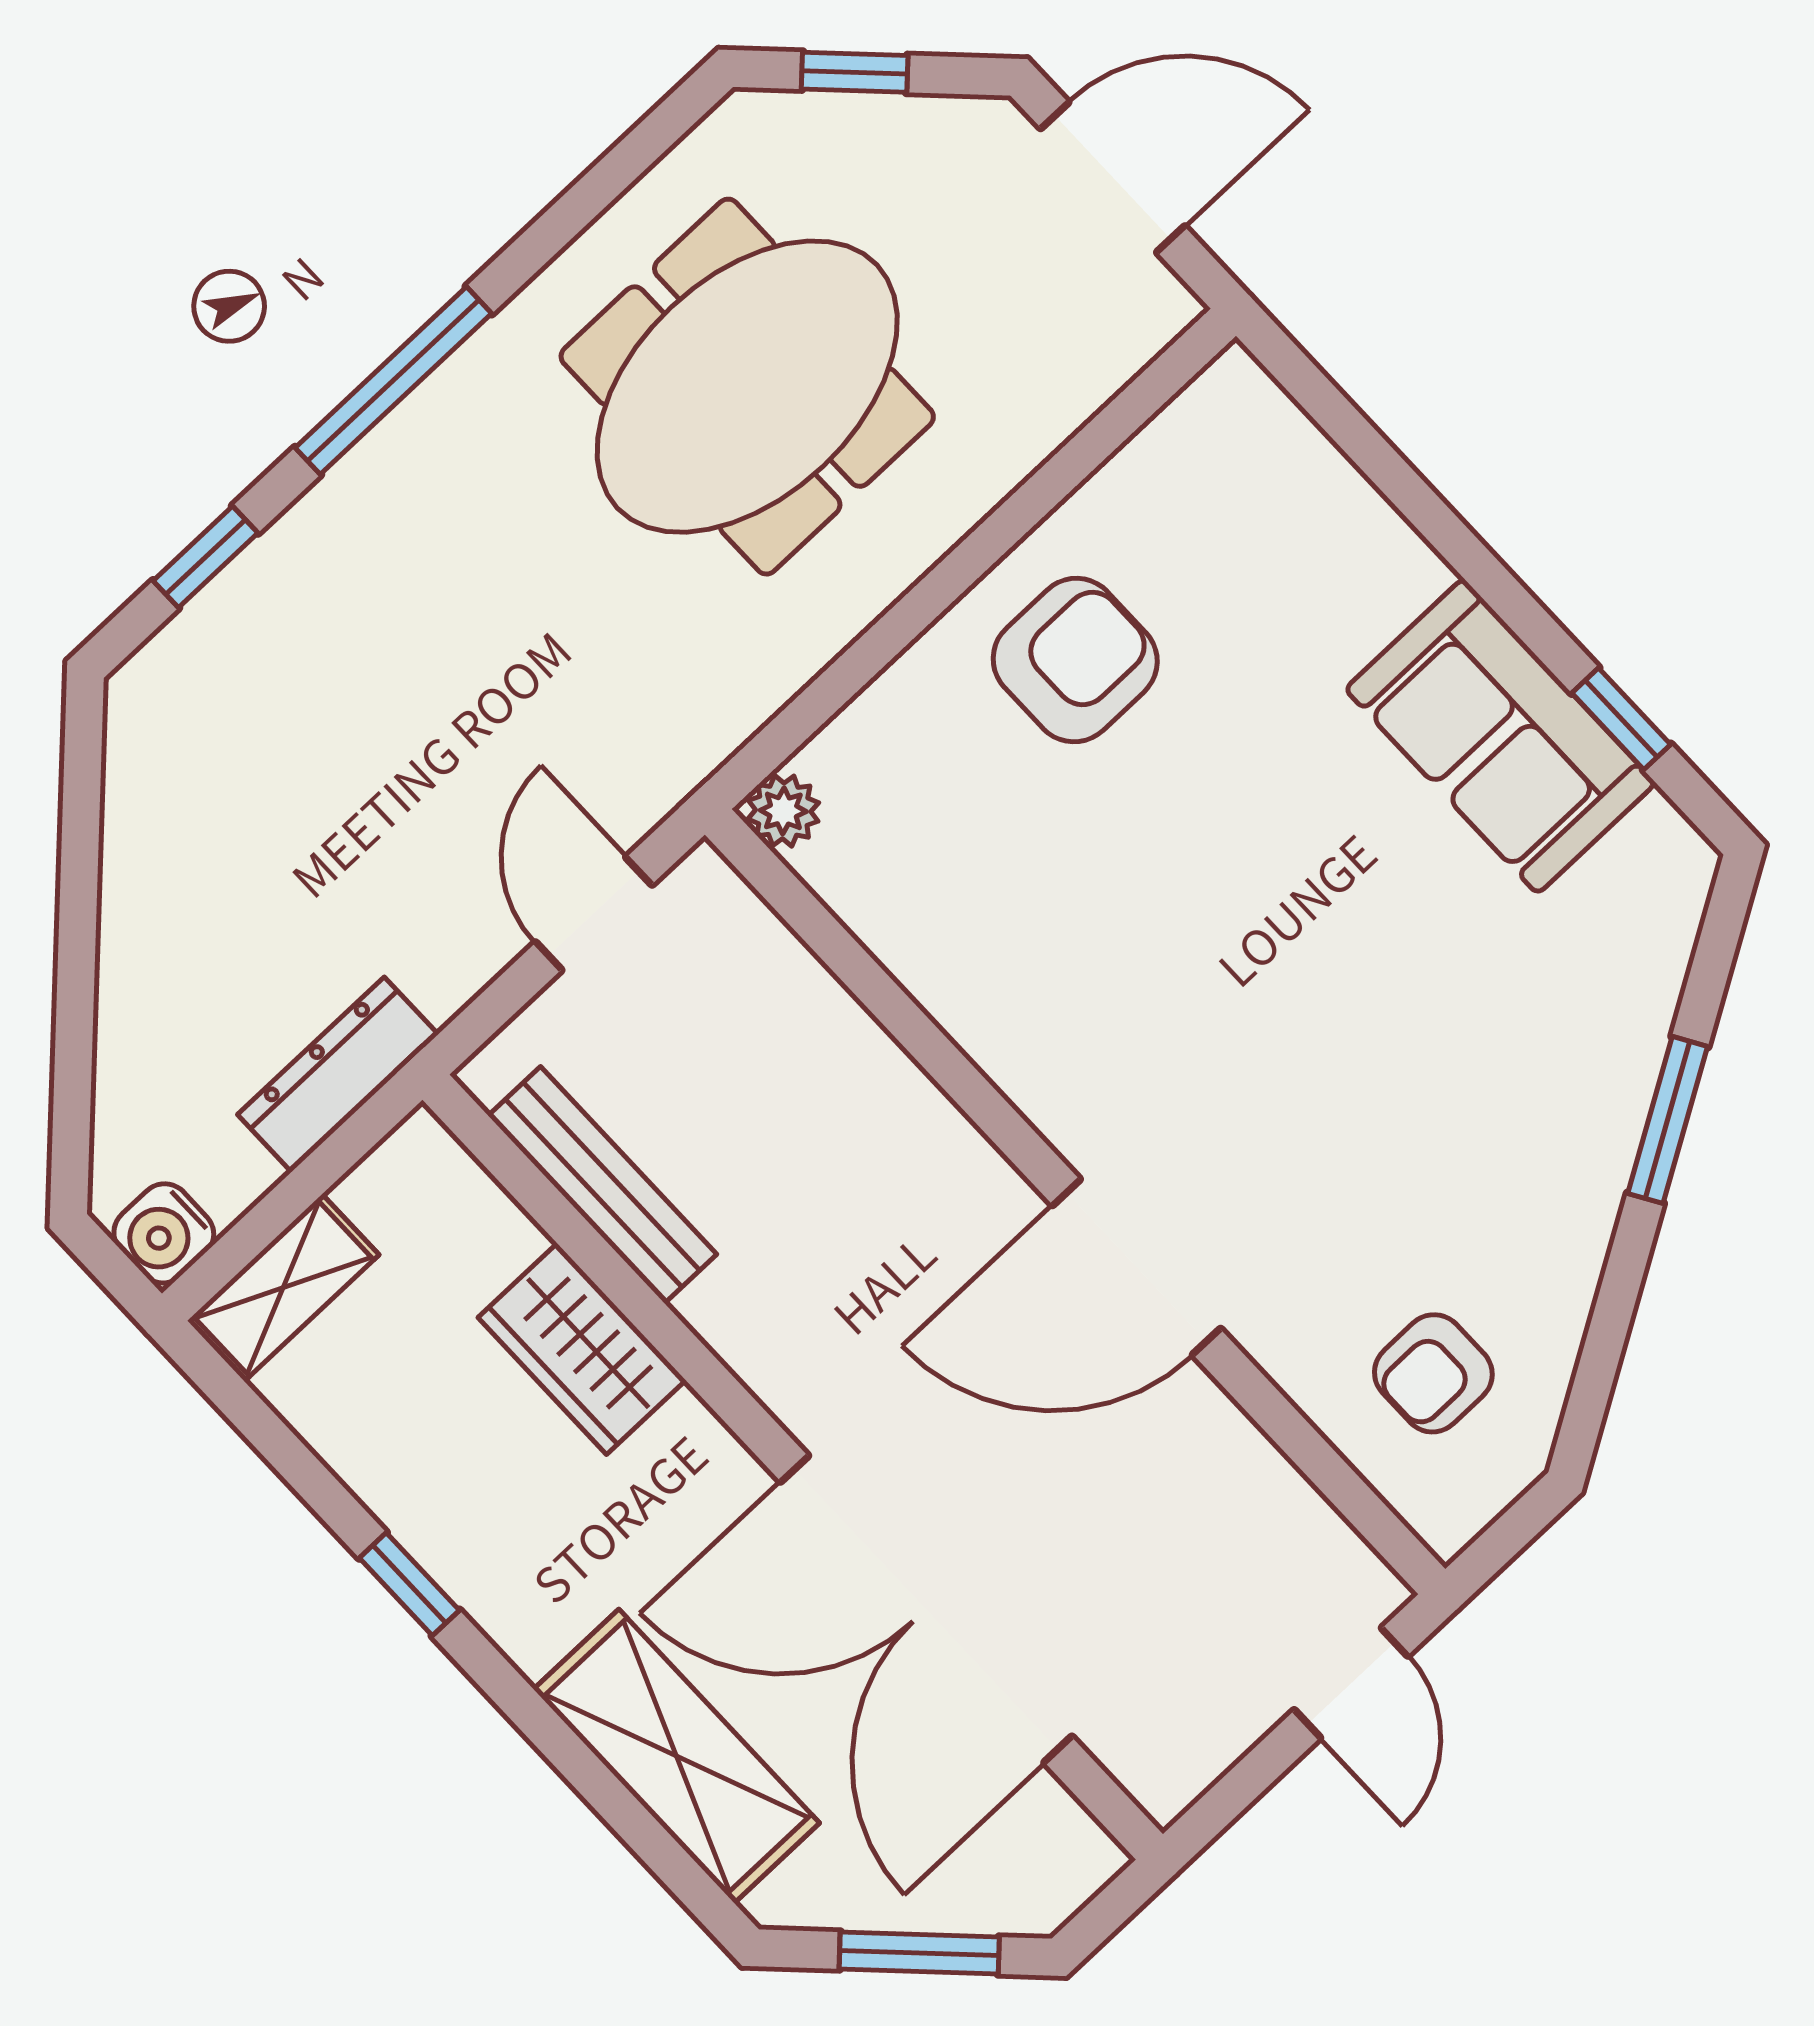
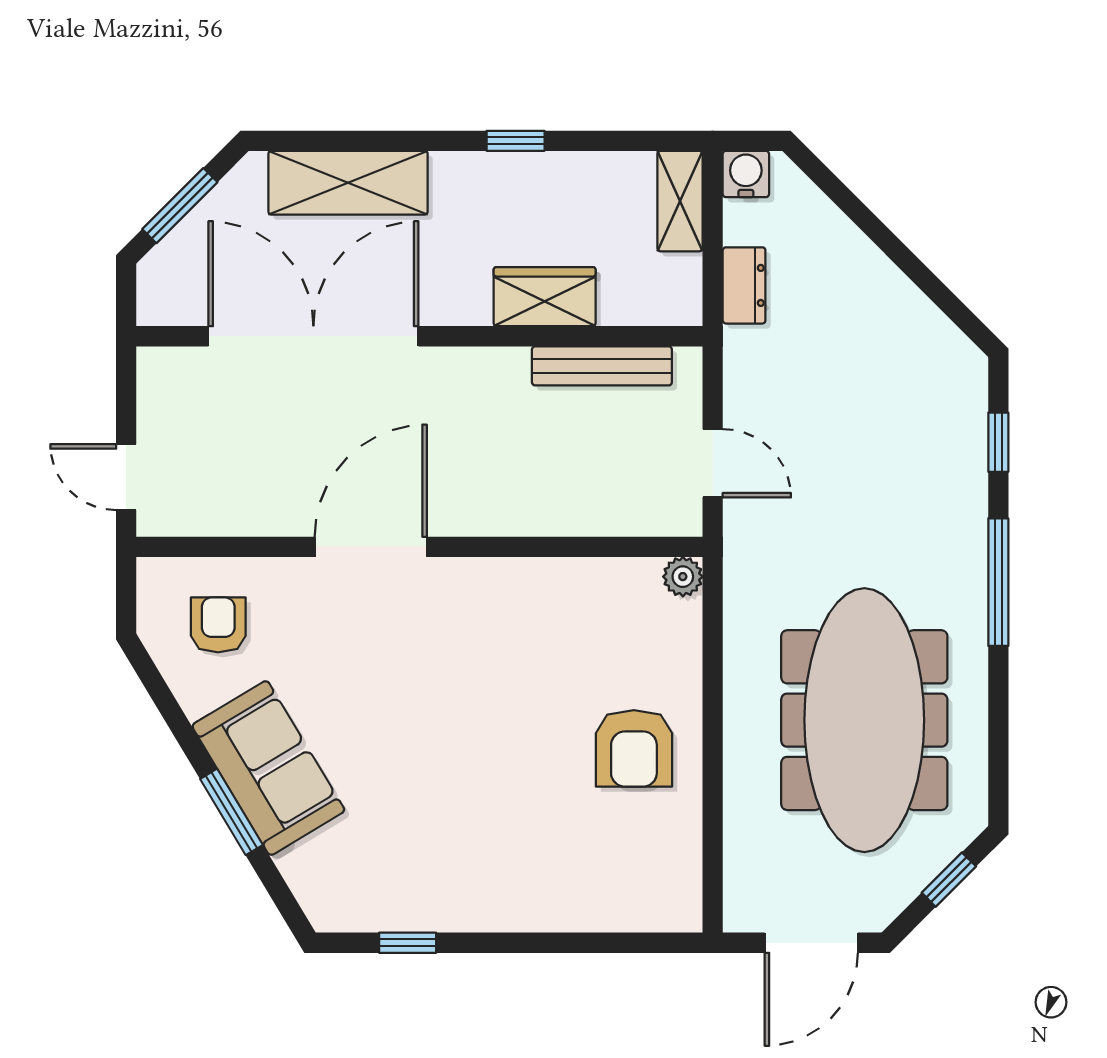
meeting table: (747, 387) -> (864, 720), width x1.36
sofa: (1500, 736) -> (268, 768), moved, turned 59
dresser: (338, 1074) -> (744, 285), width x0.70

